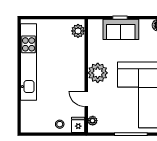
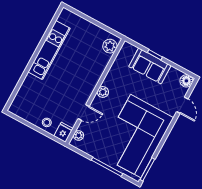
kitchen unit: (29, 62) -> (49, 50), width x0.73
plant: (98, 73) -> (103, 92), width x0.53, depth x0.53
door: (86, 99) -> (84, 112), swing flipped

